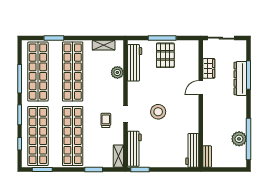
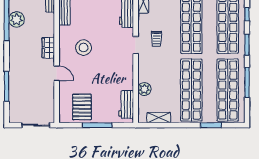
pallet: (165, 55) -> (82, 107), moved
workbench: (135, 63) -> (126, 104), width x0.73
wardrobe: (209, 68) -> (48, 48), moved
dresser: (240, 78) -> (15, 83), removed
door: (201, 88) -> (57, 73), hinge flipped
stool: (158, 112) -> (84, 48), moved

